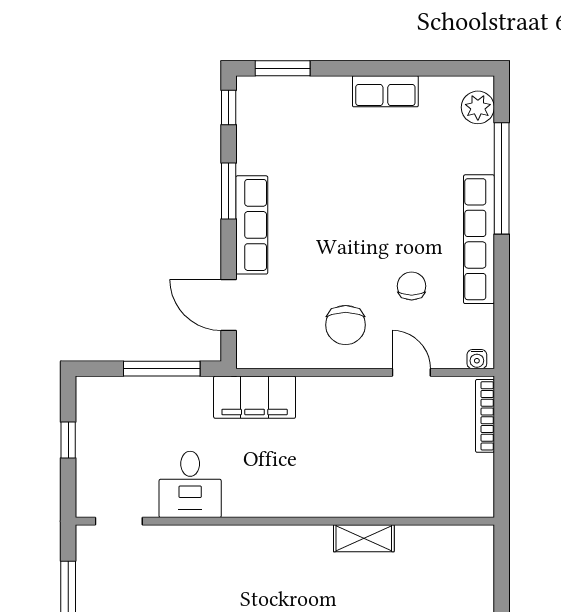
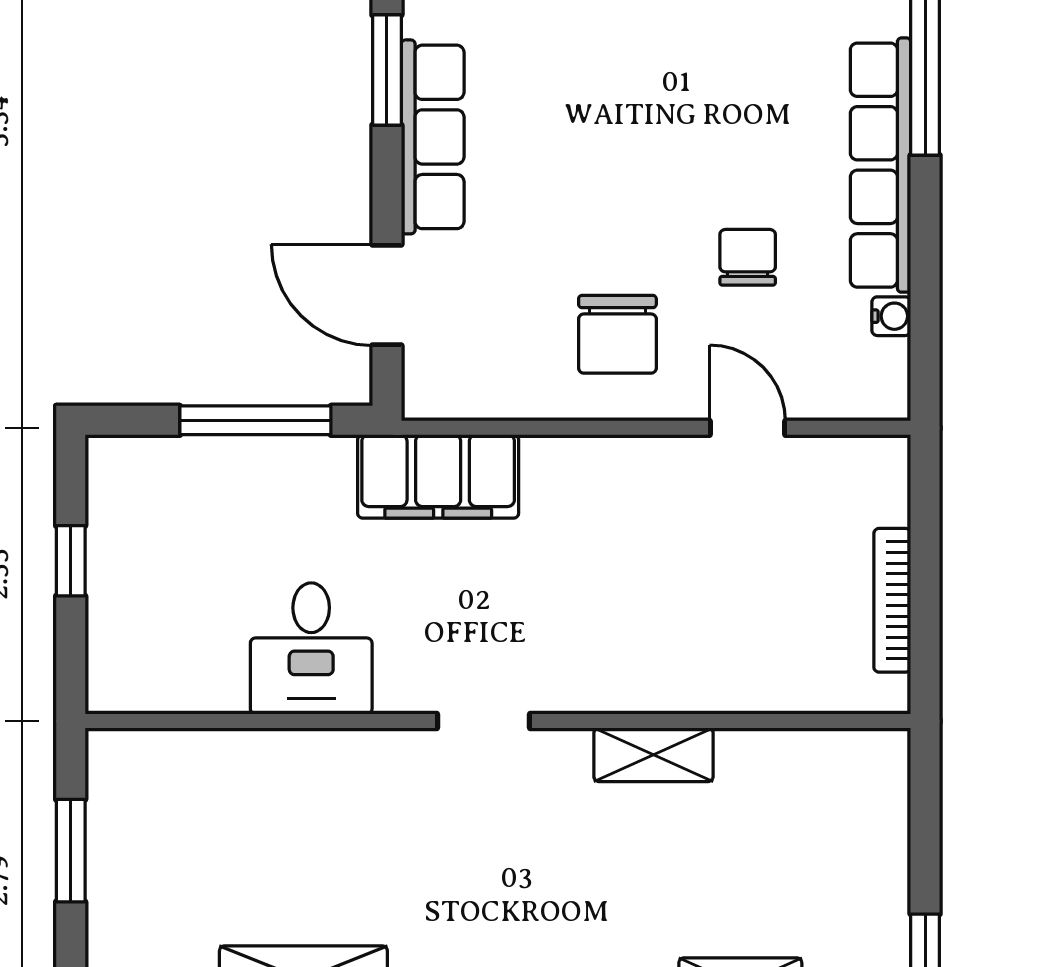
water cooler: (477, 359) -> (891, 316), moved, turned -90
bookcase: (485, 416) -> (892, 600), moved
doorway: (119, 521) -> (484, 721), moved

